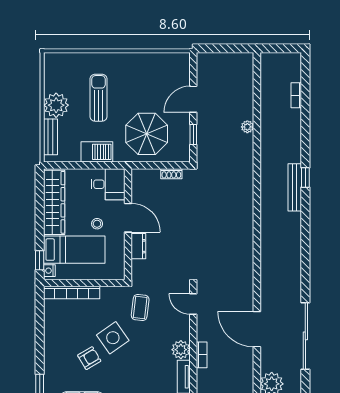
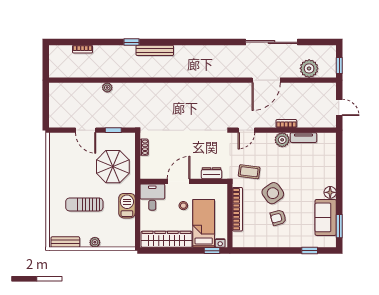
plant: (56, 105) -> (95, 242), width x0.53, depth x0.53
bench: (51, 137) -> (65, 242), moved
window: (305, 178) -> (131, 42), moved
dresser: (138, 246) -> (212, 173), moved
bookcase: (72, 293) -> (237, 209), moved
armchair: (89, 358) -> (278, 218), moved, turned -75

